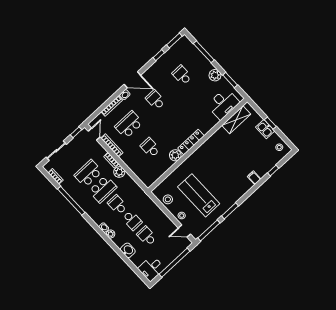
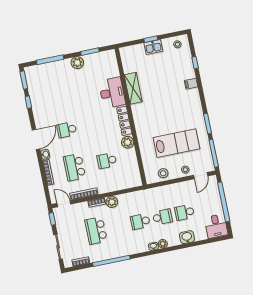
school desk: (182, 75) -> (59, 92), removed
desk: (223, 104) -> (112, 93), moved
shelving: (236, 120) -> (133, 88), moved
school desk: (103, 189) -> (118, 226), removed
lab bench: (199, 195) -> (176, 143), turned 180

